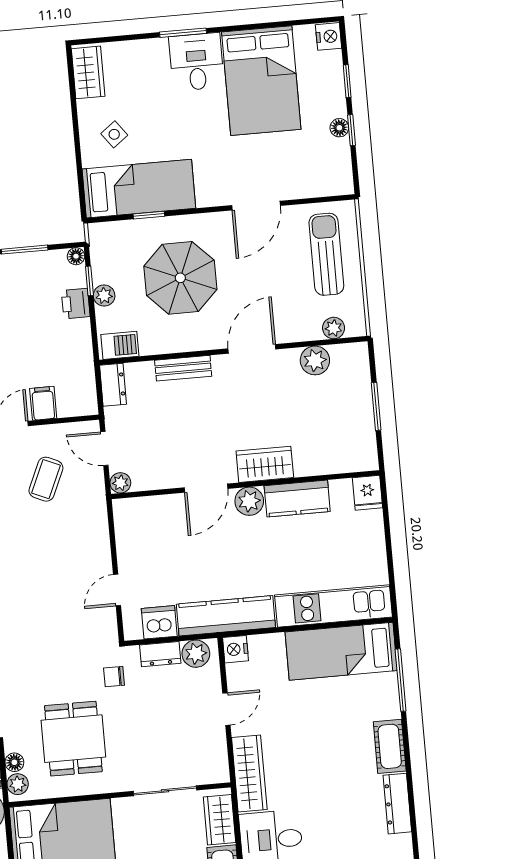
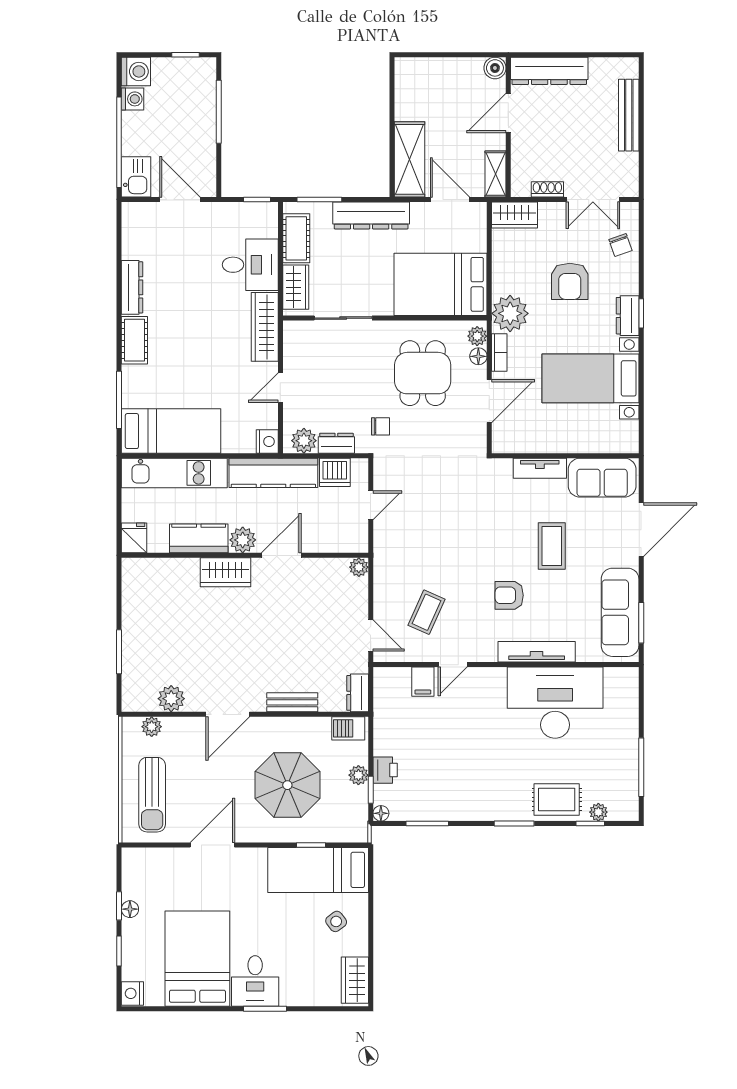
wardrobe: (265, 464) -> (225, 572), moved
plant: (120, 483) -> (359, 567), moved
wall: (245, 485) -> (245, 555), moved
door: (206, 488) -> (281, 555), moved
fridge: (367, 493) -> (134, 538), moved
kitchen counter: (297, 499) -> (199, 538), moved
plant: (249, 501) -> (243, 540), moved

